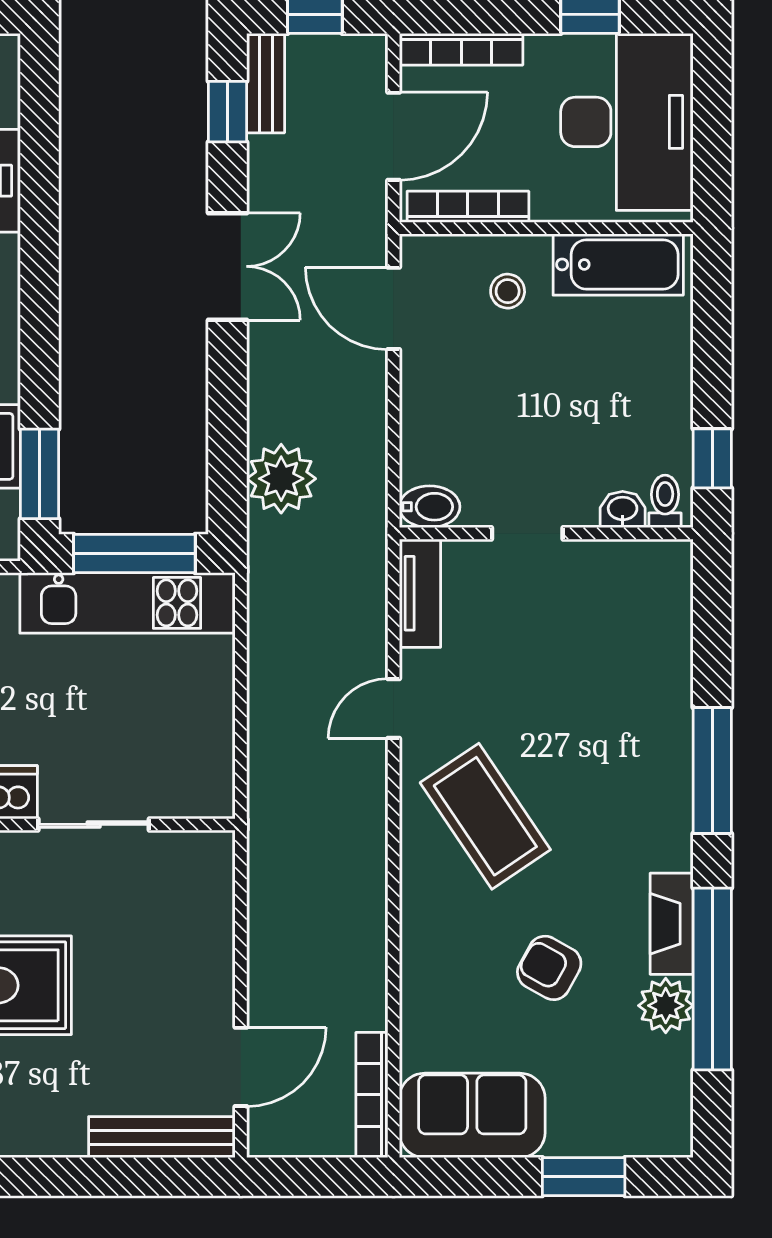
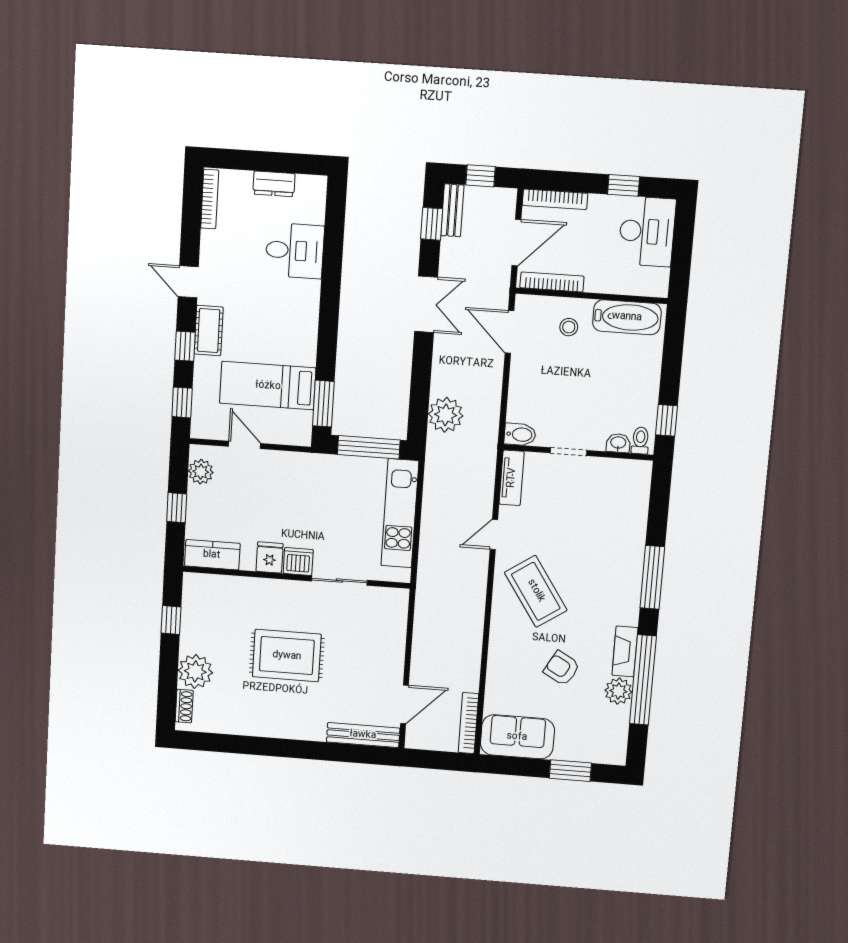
desk: (627, 122) -> (647, 231), width x0.73, depth x0.77
kitchen unit: (127, 603) -> (400, 513), moved, turned 90

